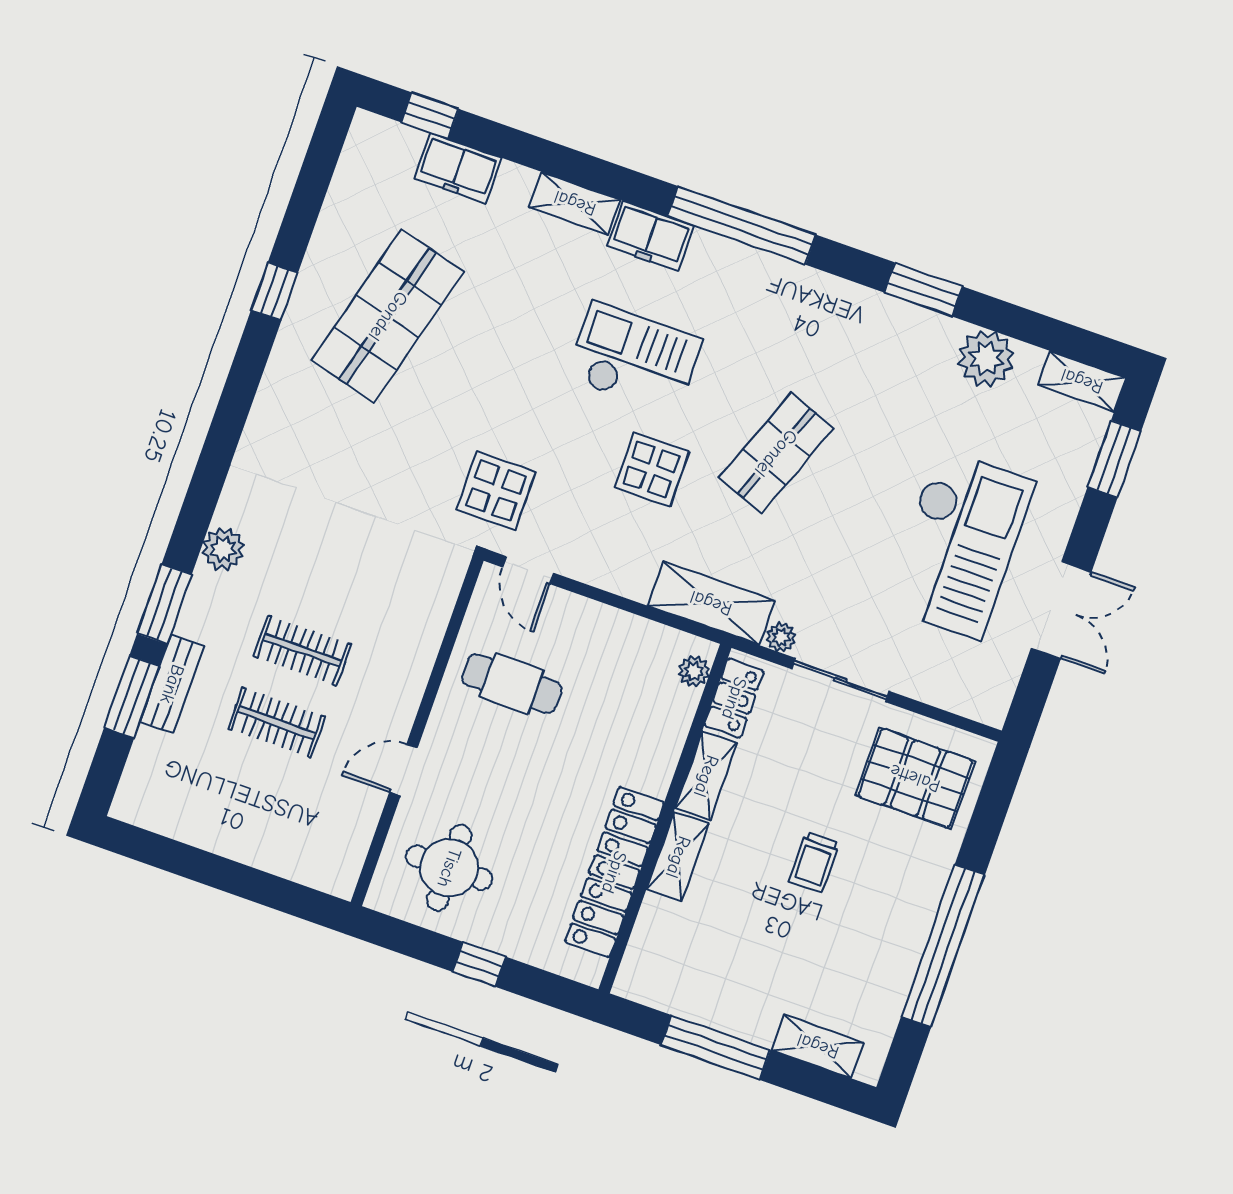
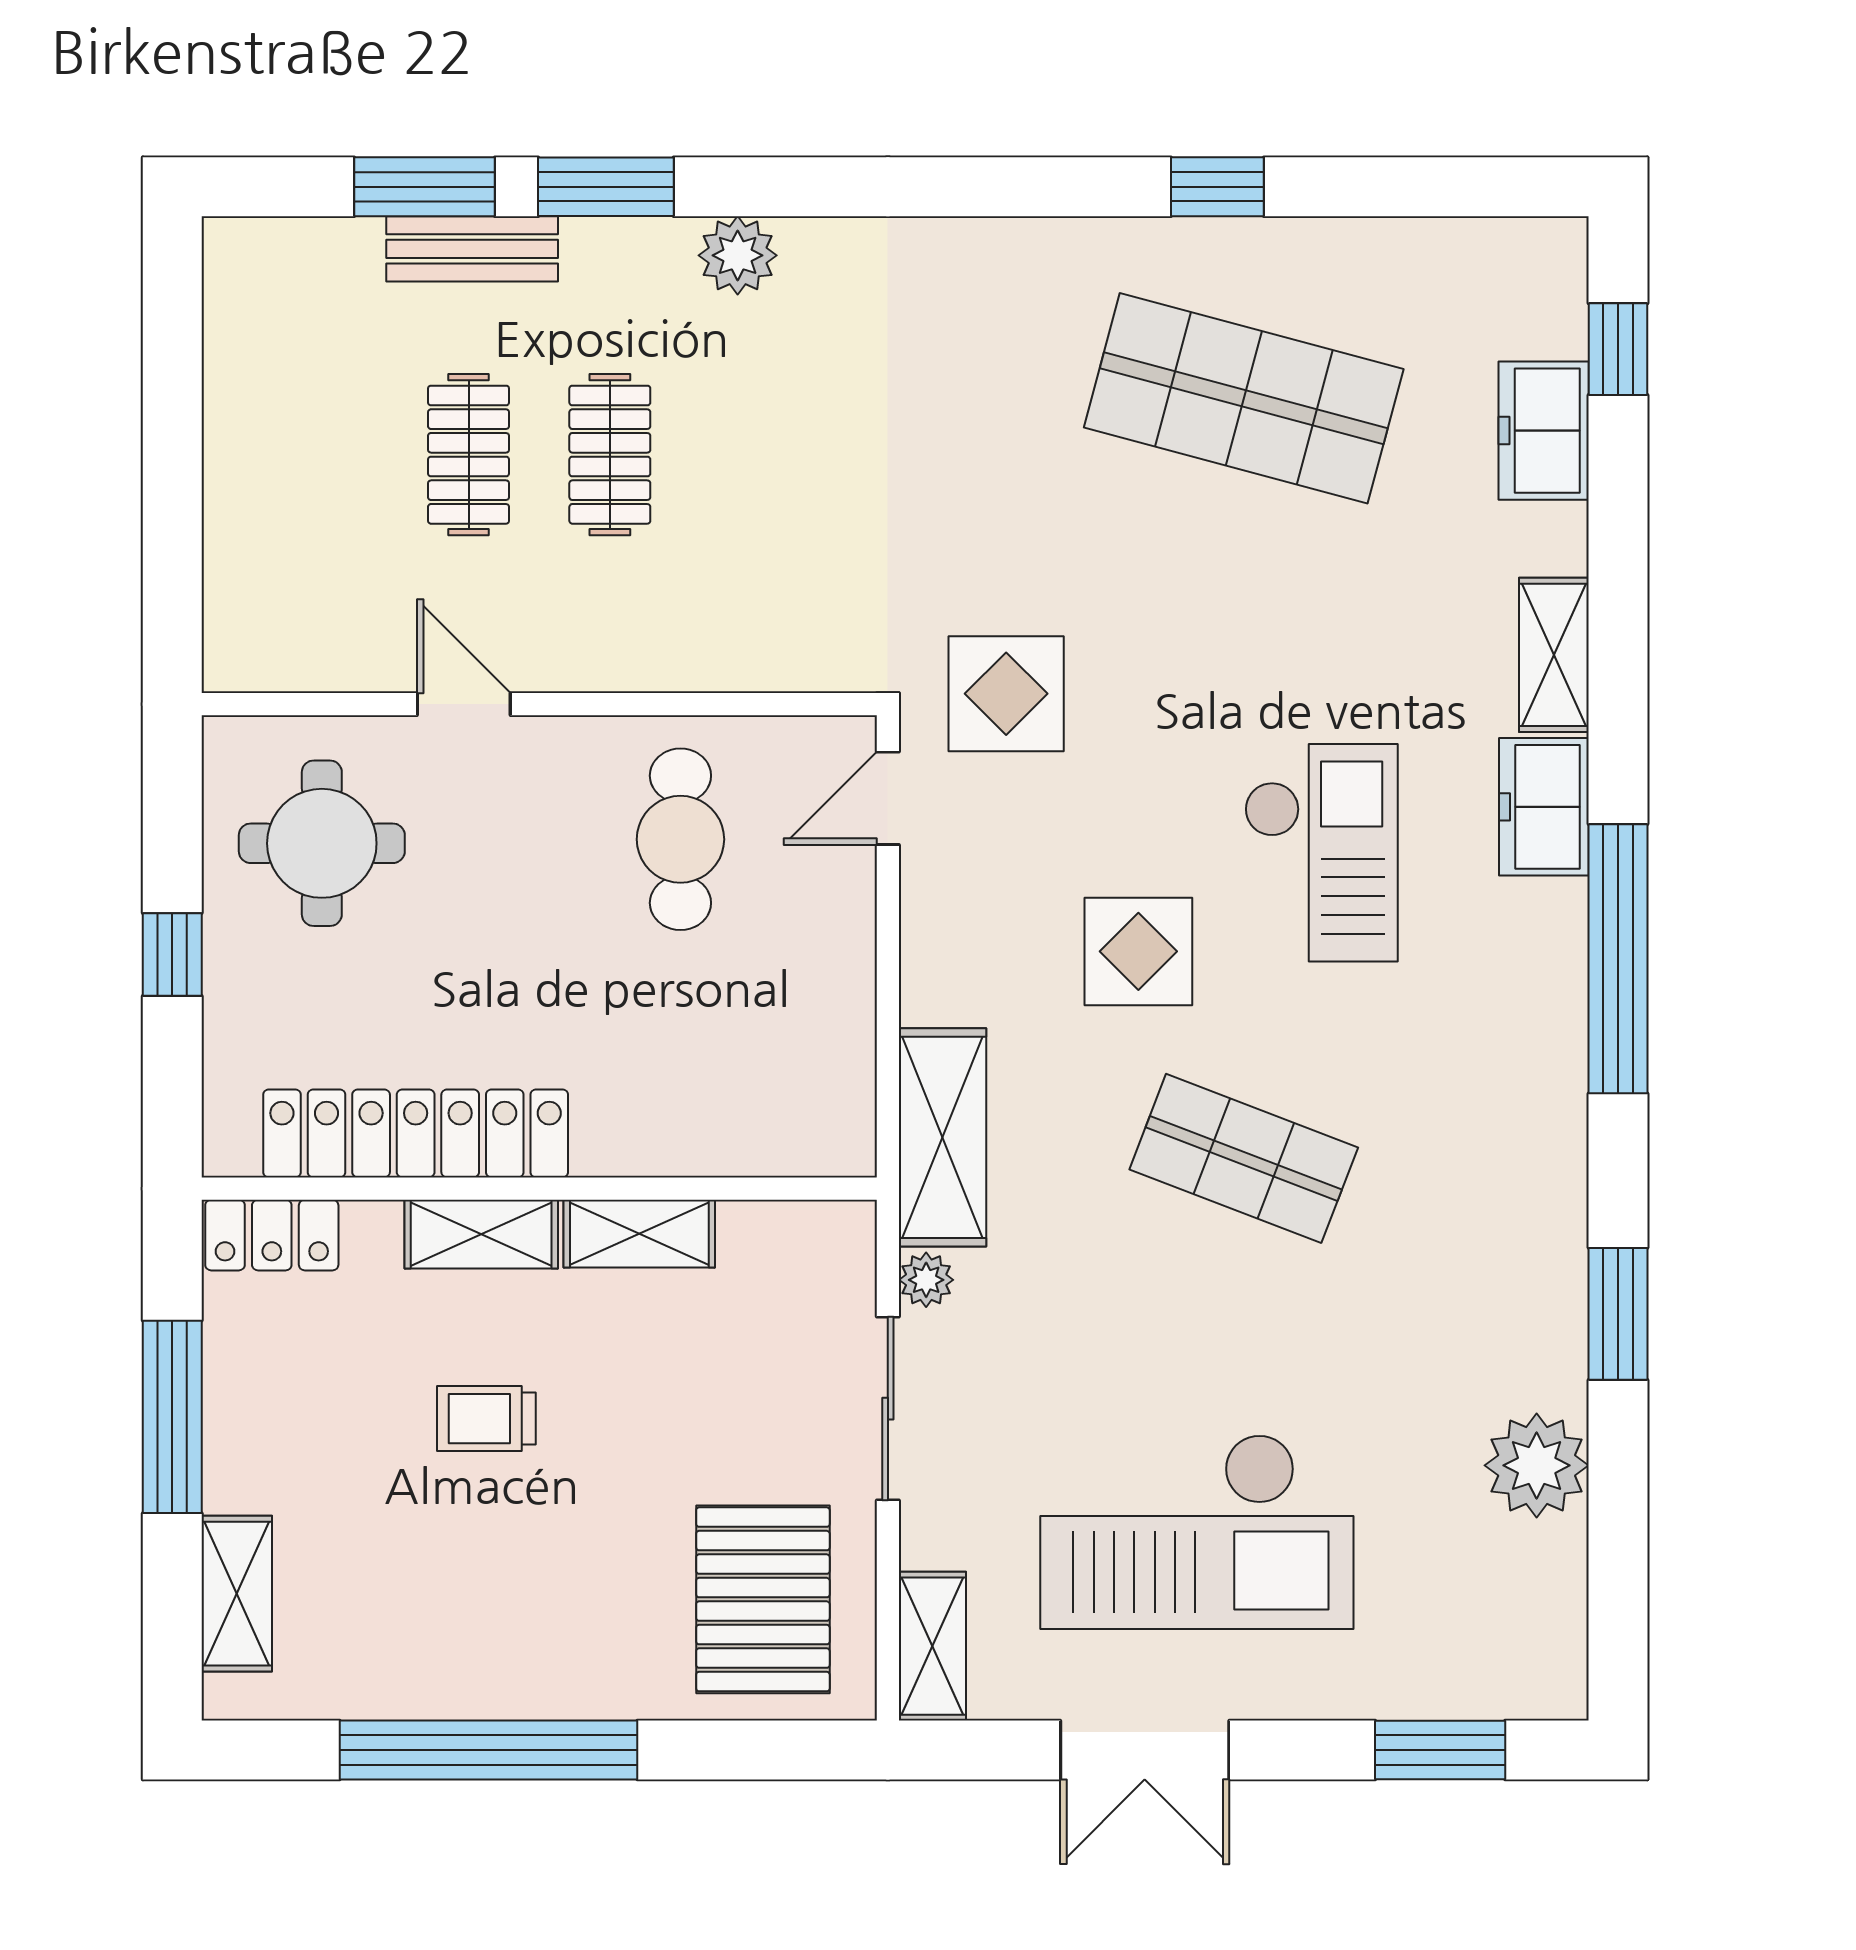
shelving: (1082, 381) -> (932, 1646), moved
plant: (694, 671) -> (813, 1149), removed
locker: (734, 698) -> (272, 1235), moved
trolley: (814, 862) -> (486, 1419), moved

